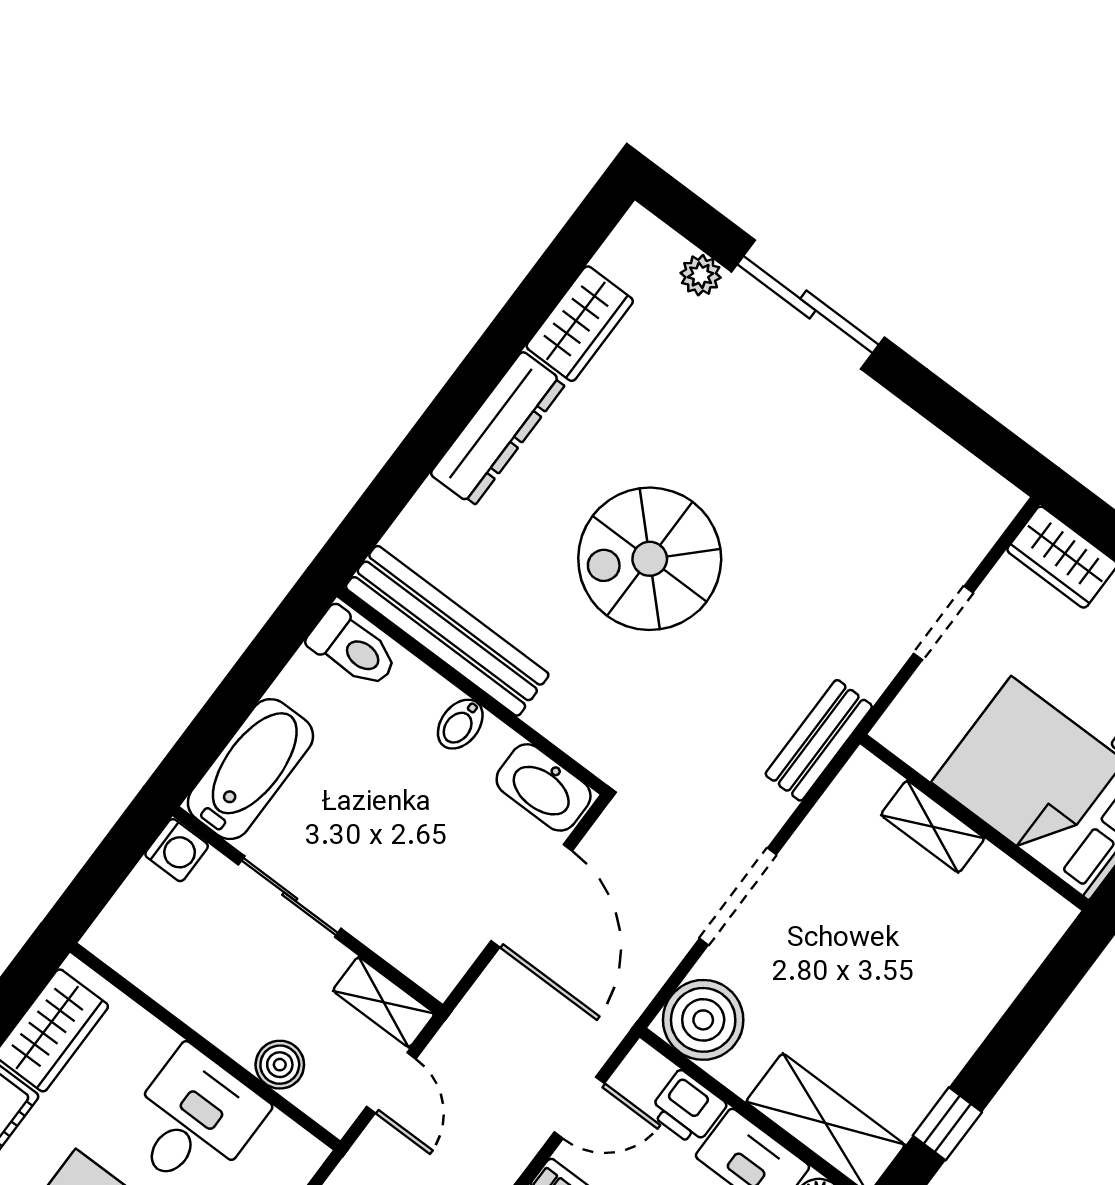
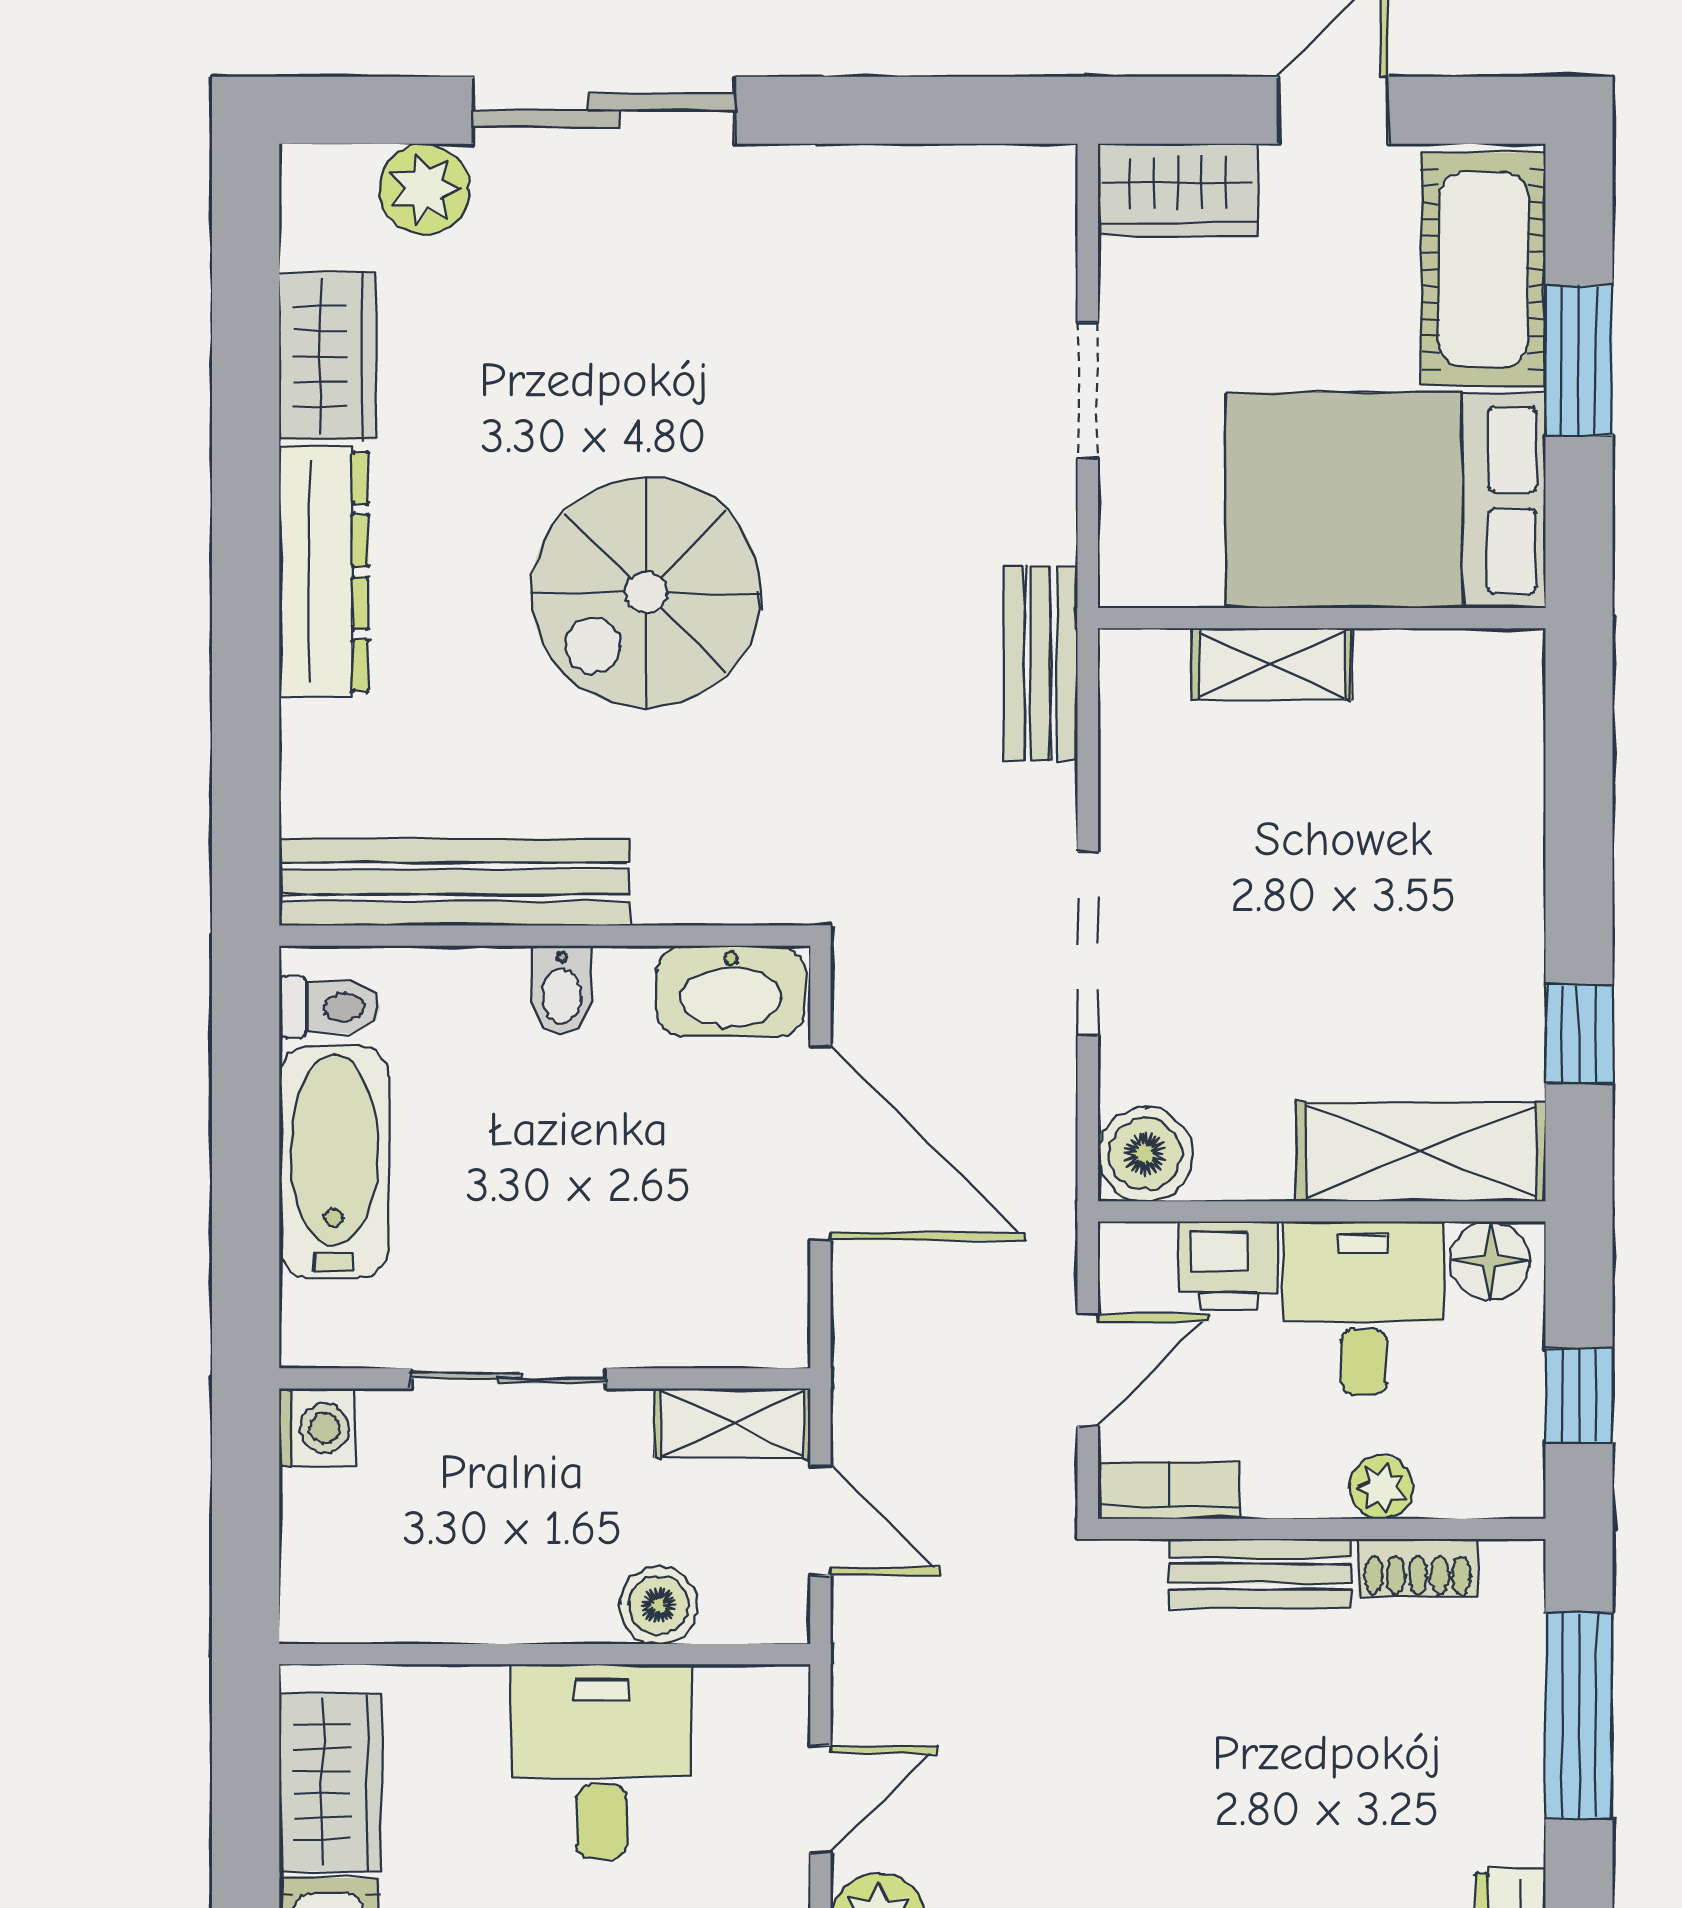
plant: (701, 275) -> (424, 189), width x1.38, depth x1.38
toilet: (353, 648) -> (329, 1007), width x0.73, depth x0.72
bathtub: (250, 769) -> (334, 1162), moved
boiler: (703, 1020) -> (1145, 1154), width x0.73, depth x0.73

